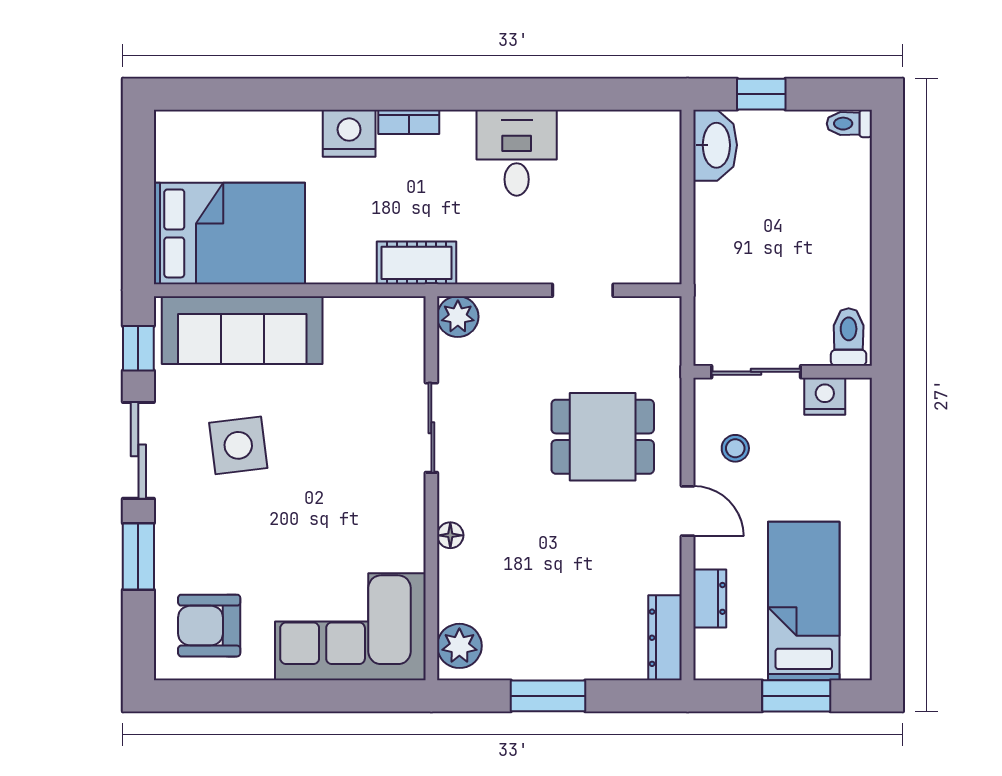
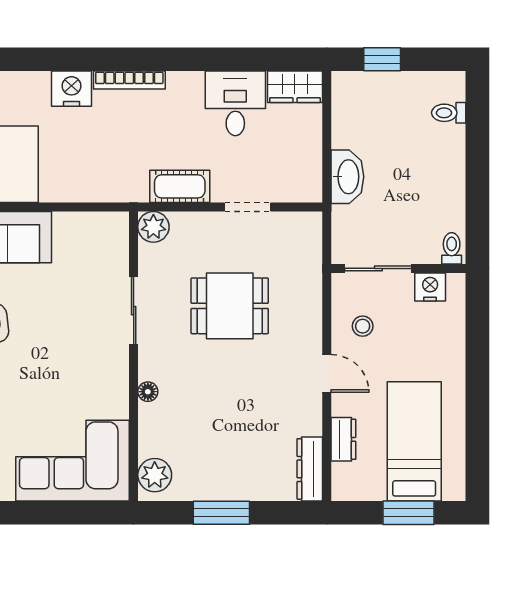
bookcase: (409, 122) -> (129, 80), width x1.56
toilet: (849, 124) -> (449, 113), moved
wardrobe: (646, 131) -> (295, 87), added
washbasin: (715, 145) -> (347, 177), moved
desk: (517, 153) -> (235, 103), moved
cot: (417, 263) -> (180, 186), moved
toilet: (849, 337) -> (452, 248), width x0.73, depth x0.72
dining table: (603, 437) -> (230, 306), moved

